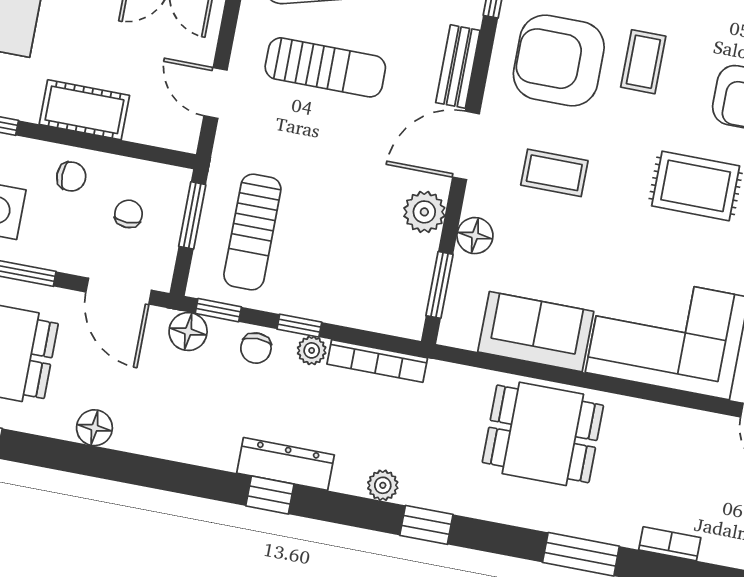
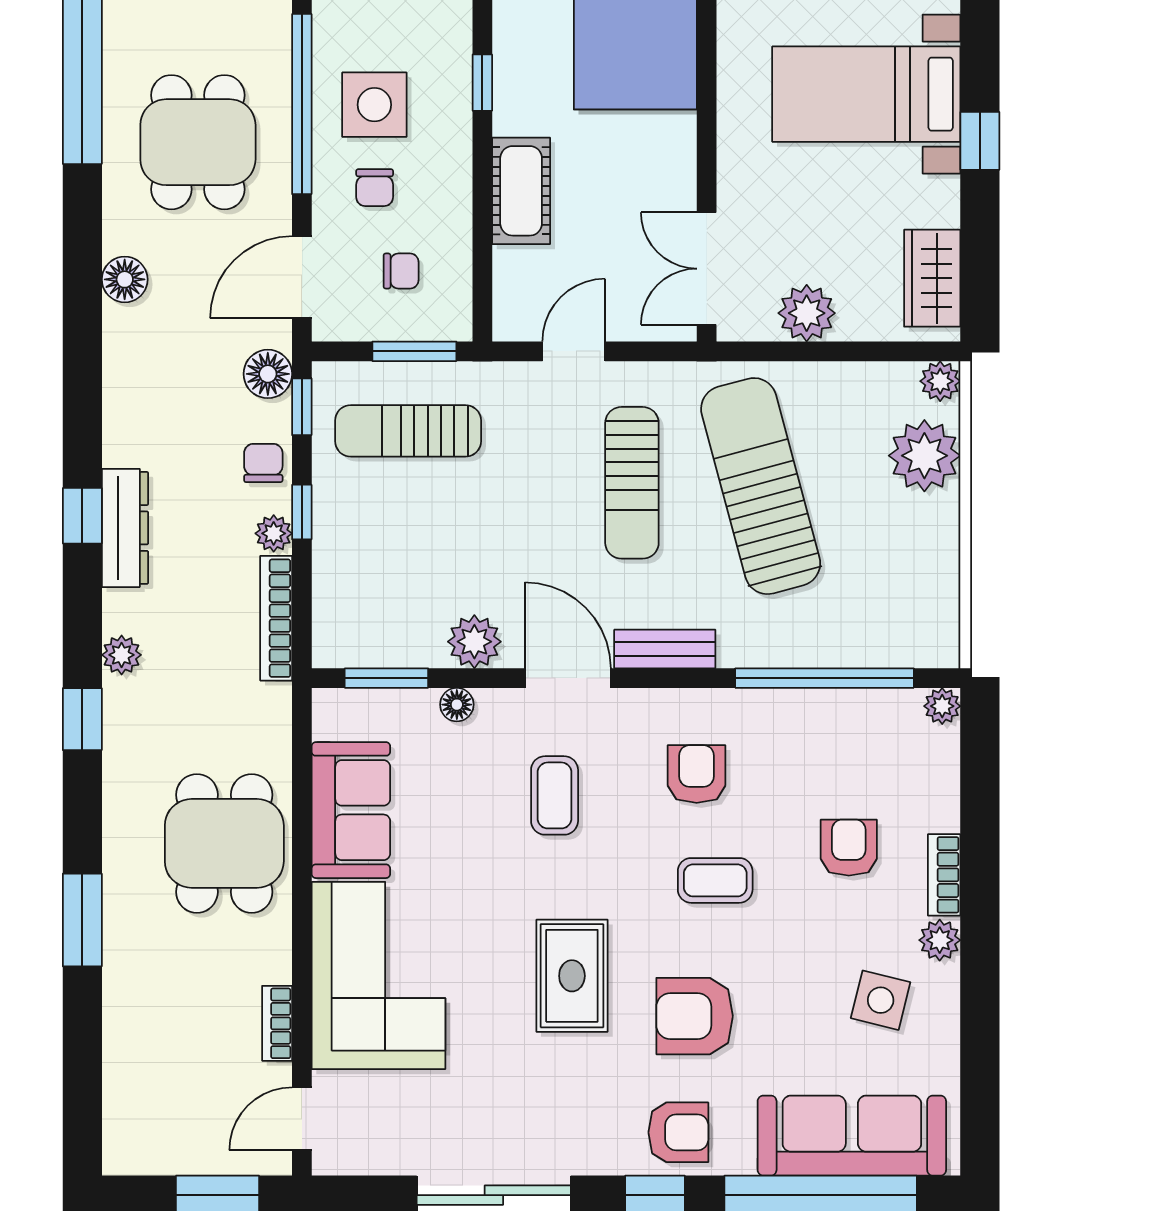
armchair: (559, 60) -> (697, 774), width x0.53, depth x0.53
chair: (71, 177) -> (375, 188), moved
floor lamp: (475, 236) -> (457, 705), width x0.73, depth x0.73
chair: (256, 348) -> (263, 463), turned 90
bookcase: (670, 544) -> (277, 1023), moved, turned 180

